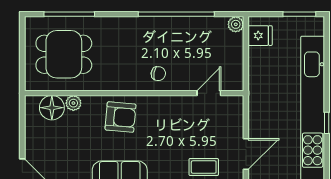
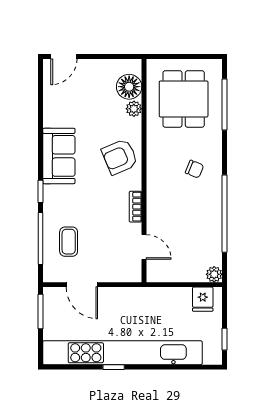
window: (299, 14) -> (225, 339), width x0.67
chair: (158, 74) -> (194, 169), moved, turned -78
bookcase: (169, 101) -> (135, 207), added
armchair: (120, 117) -> (120, 157), turned 62

